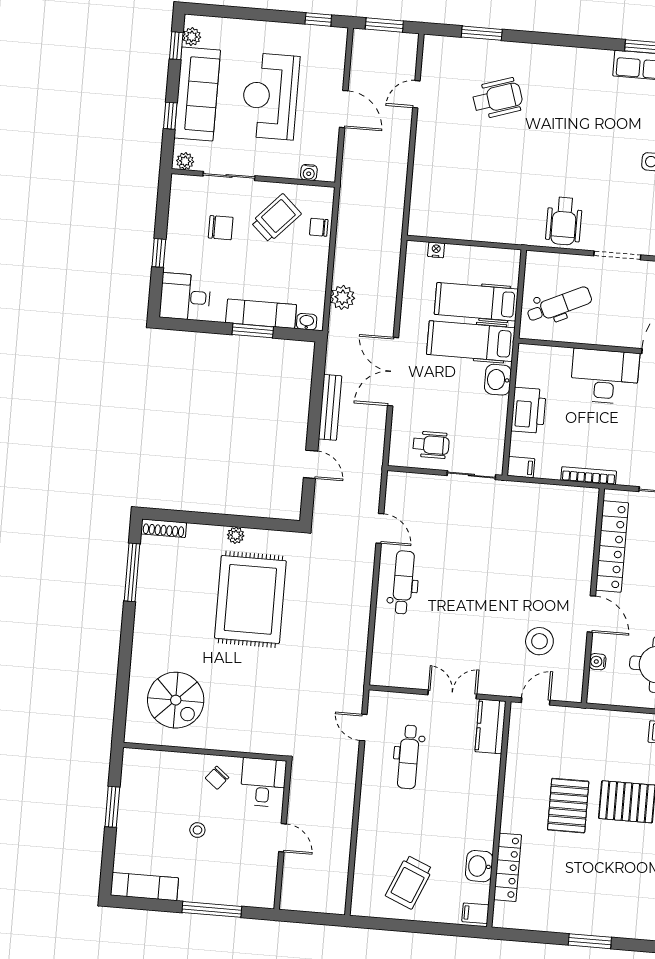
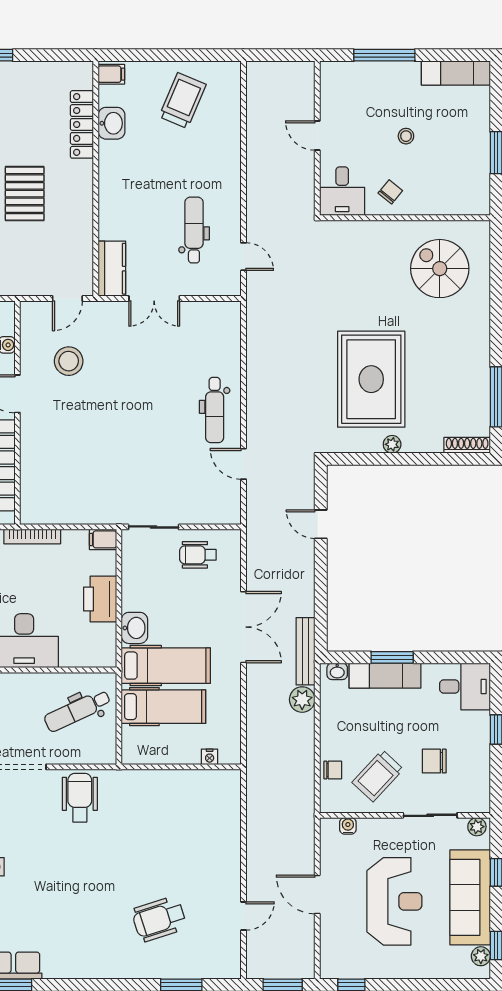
bench: (330, 407) -> (306, 651), moved

